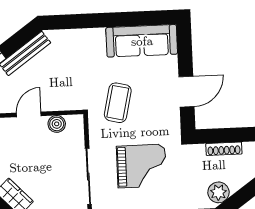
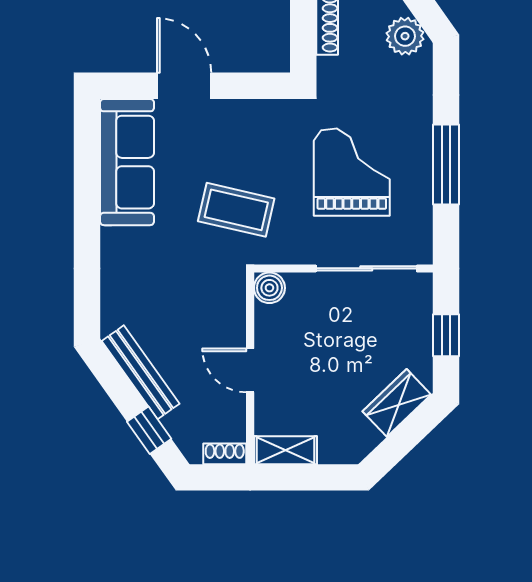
door: (186, 92) -> (184, 86), moved
boiler: (57, 124) -> (269, 288), moved

